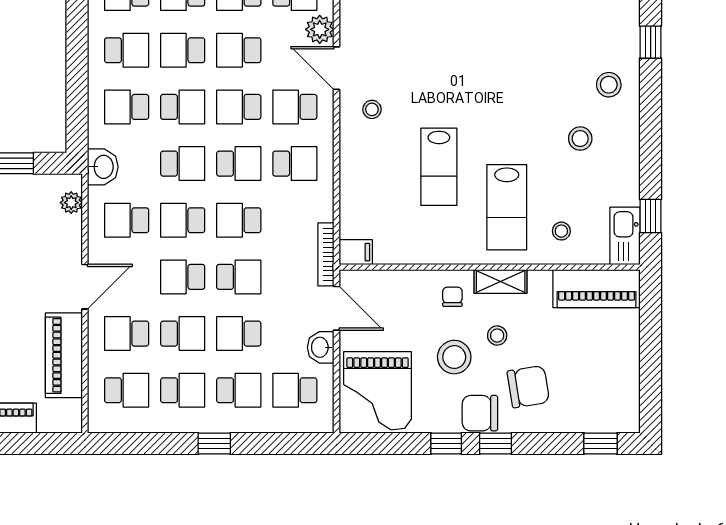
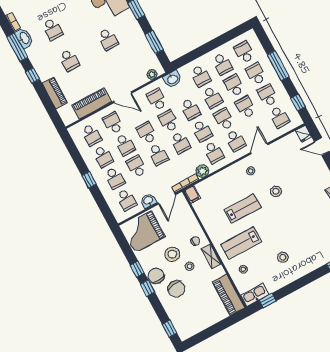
plant: (320, 29) -> (202, 171), moved
stool: (609, 85) -> (276, 191), moved
school desk: (127, 107) -> (201, 76), turned 180
school desk: (295, 107) -> (236, 141), turned 180
lab bench: (439, 167) -> (242, 209), turned 180
school desk: (239, 220) -> (180, 143), turned 180
school desk: (295, 390) -> (126, 200), turned 180

